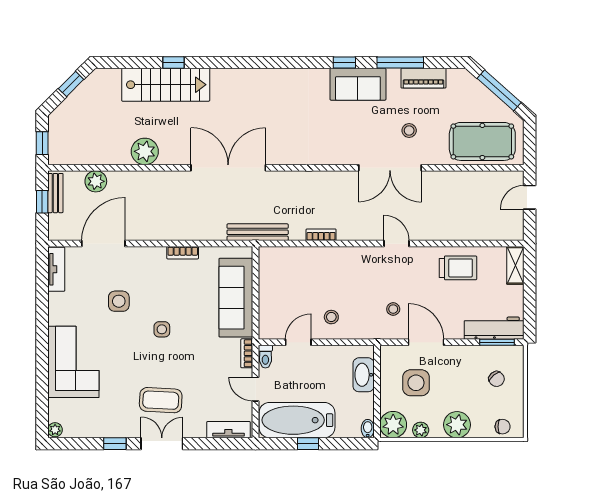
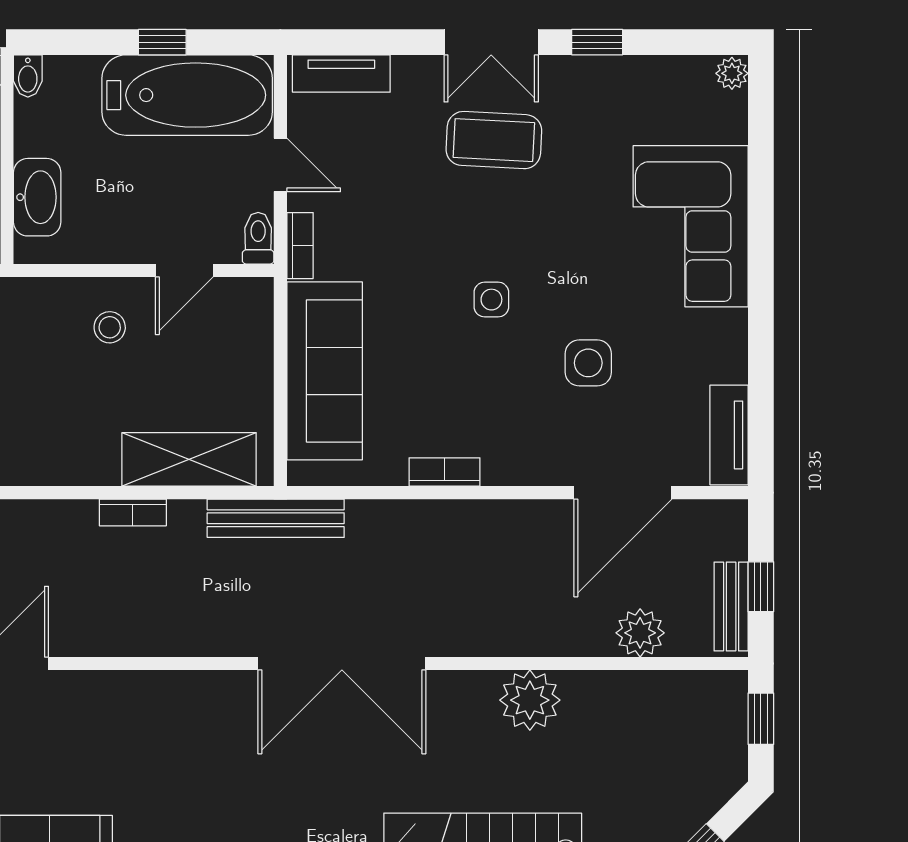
shelving: (296, 258) -> (189, 459), added

